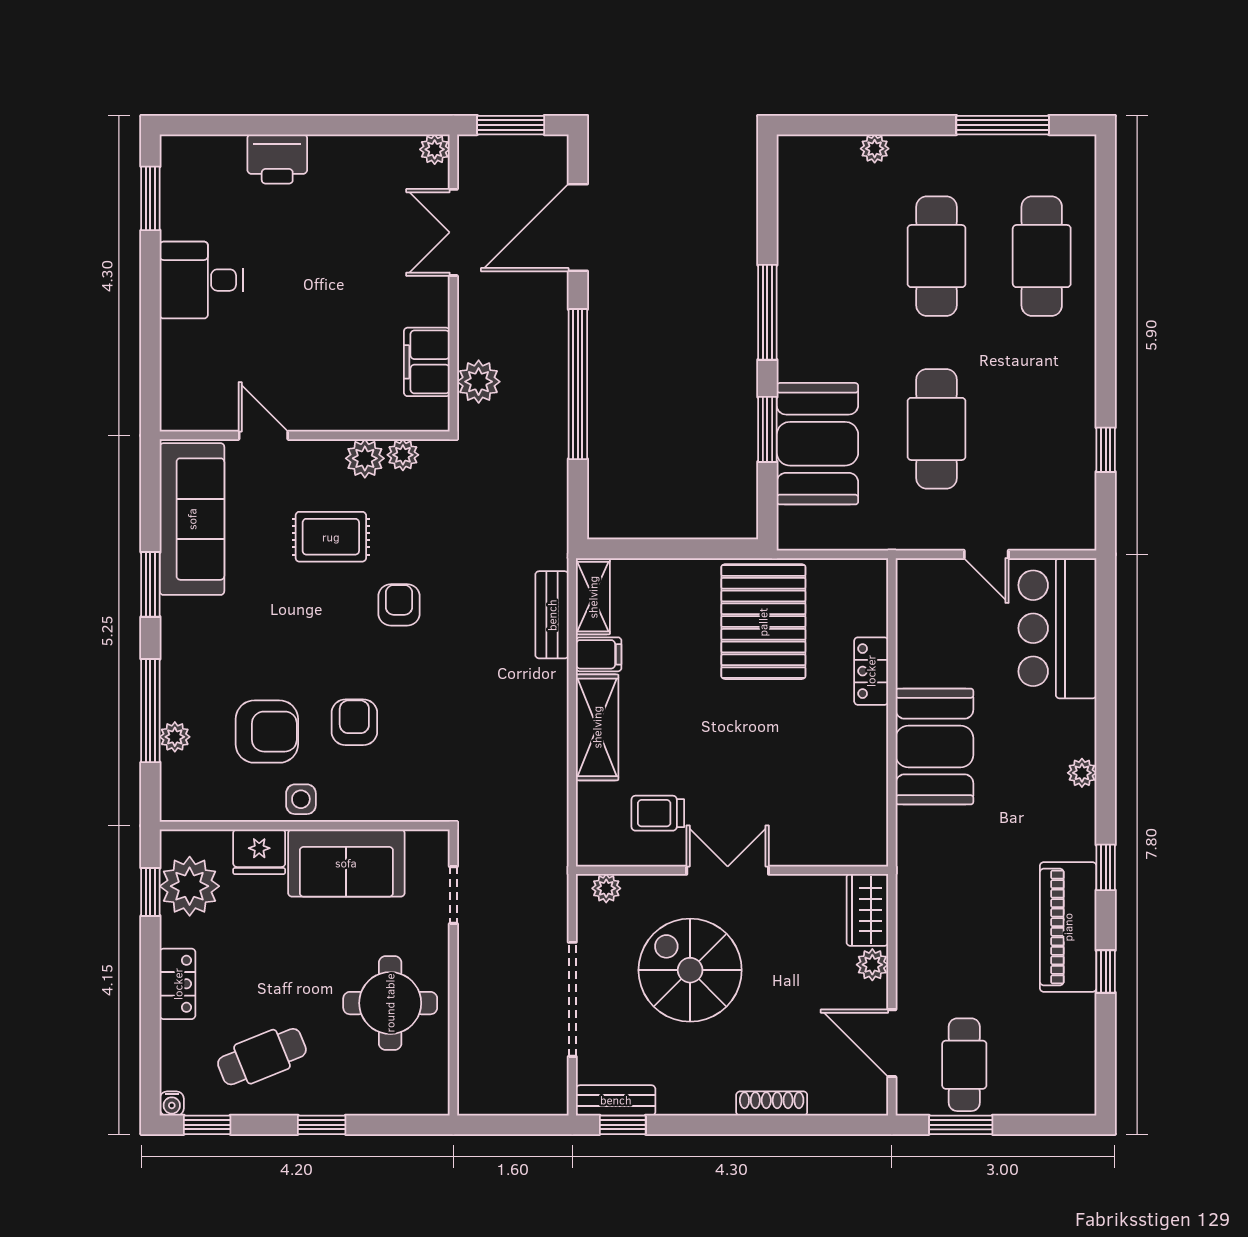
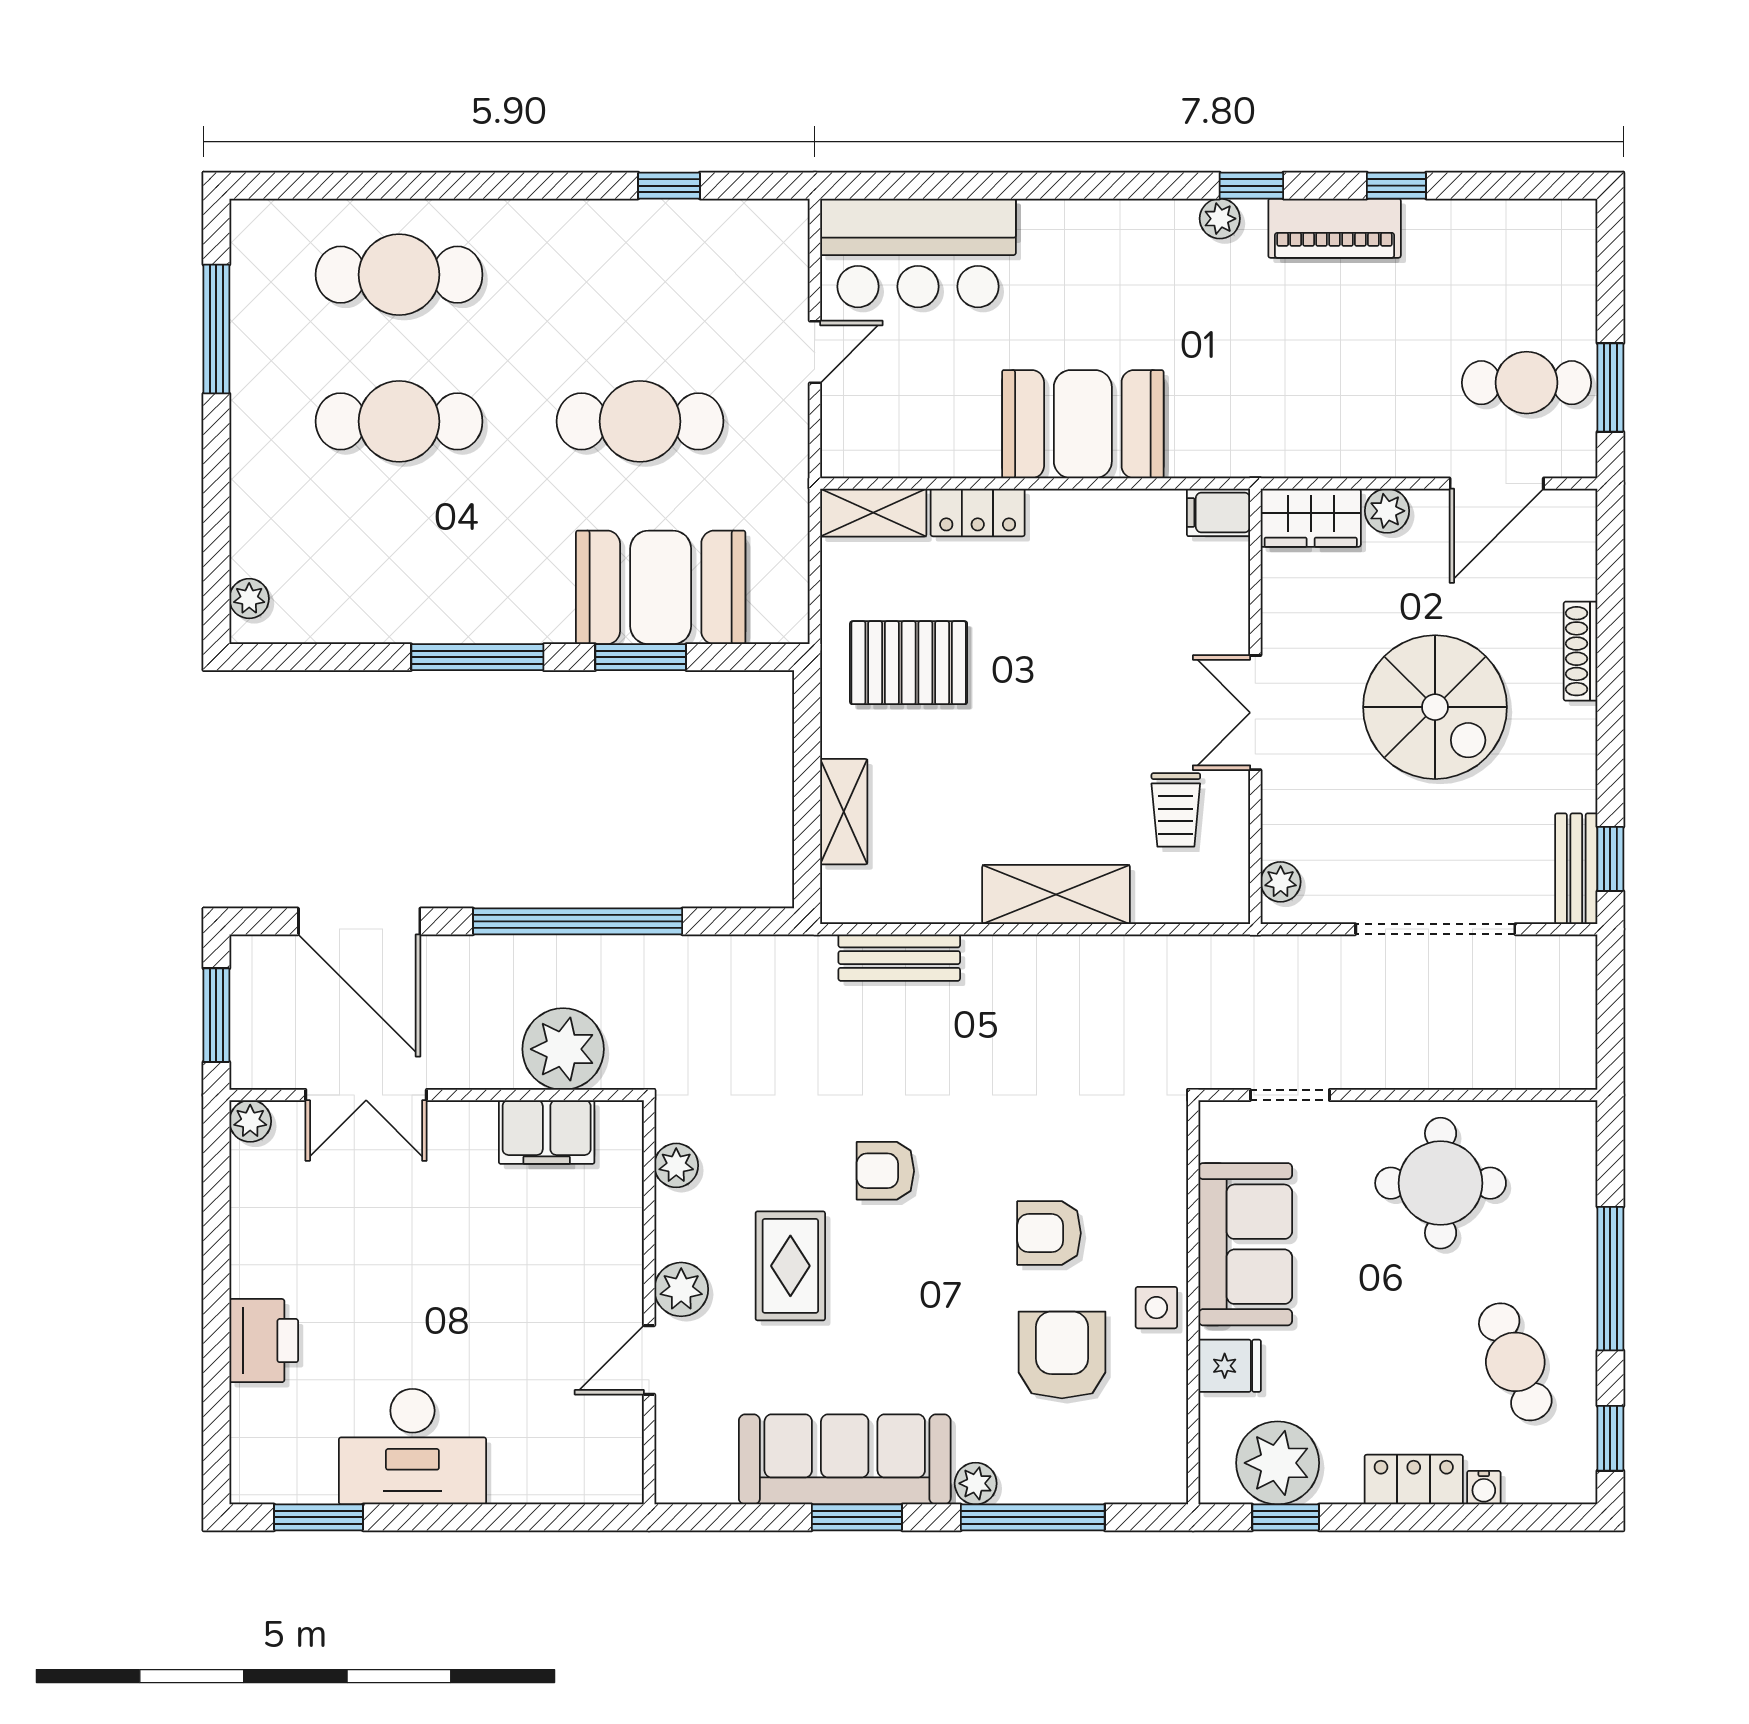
plant: (875, 149) -> (249, 599), moved
desk: (201, 280) -> (412, 1447), width x1.37
plant: (479, 382) -> (563, 1049), width x1.36, depth x1.36
plant: (365, 458) -> (681, 1289), moved
sofa: (192, 519) -> (845, 1459), moved
shelving: (871, 596) -> (873, 513), added
shelving: (593, 597) -> (844, 812), moved, turned 90
pallet: (763, 622) -> (909, 663), width x0.73, depth x0.71
filing cabinet: (599, 654) -> (1219, 512), moved, turned -90
plant: (175, 737) -> (976, 1483), moved
plant: (1082, 773) -> (1220, 219), moved
fridge: (259, 852) -> (1230, 1366), width x0.72
piano: (1068, 927) -> (1335, 228), width x0.73, depth x0.75
spiral stairs: (690, 970) -> (1435, 707), moved, turned -90
water cooler: (172, 1104) -> (1484, 1488), moved, turned 90
window: (322, 1125) -> (1610, 1279), width x2.17

